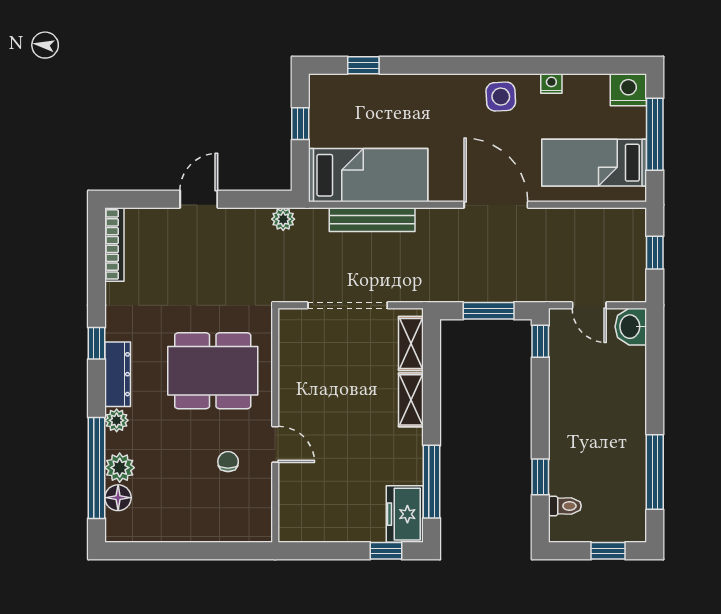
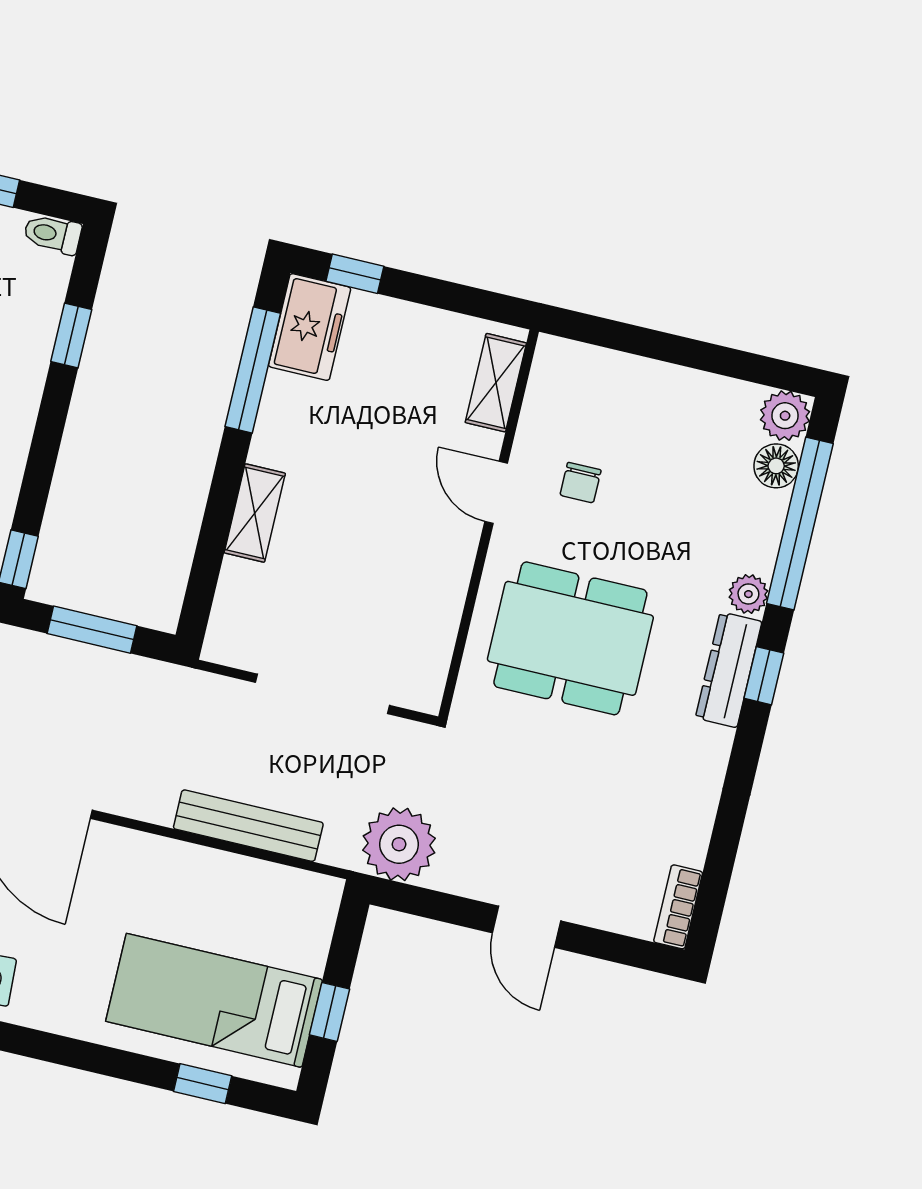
bed: (368, 175) -> (214, 1000), moved
door: (199, 199) -> (526, 927), hinge flipped
plant: (283, 219) -> (399, 844), width x1.88, depth x1.88
bookcase: (114, 244) -> (678, 907), width x0.64
window: (97, 343) -> (764, 676), moved
shelving: (411, 343) -> (496, 383), moved
plant: (120, 468) -> (785, 416), moved
toilet: (565, 506) -> (53, 234), moved

